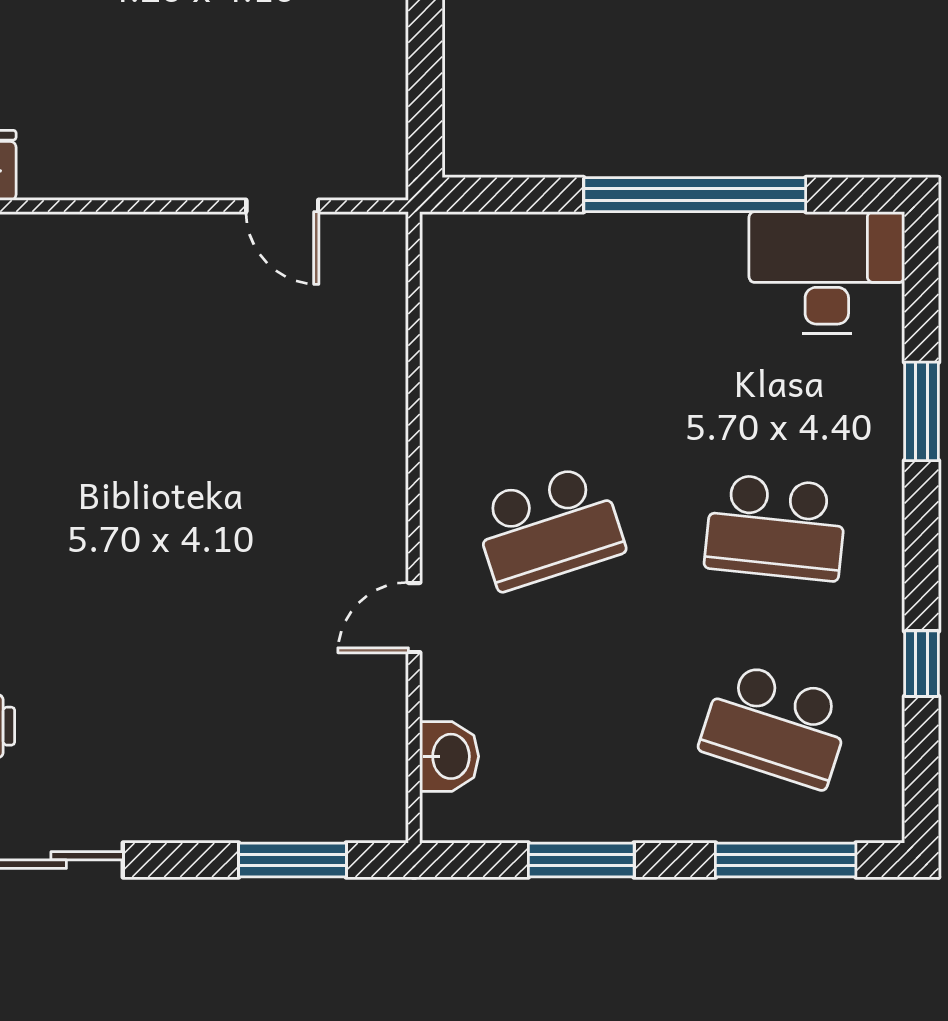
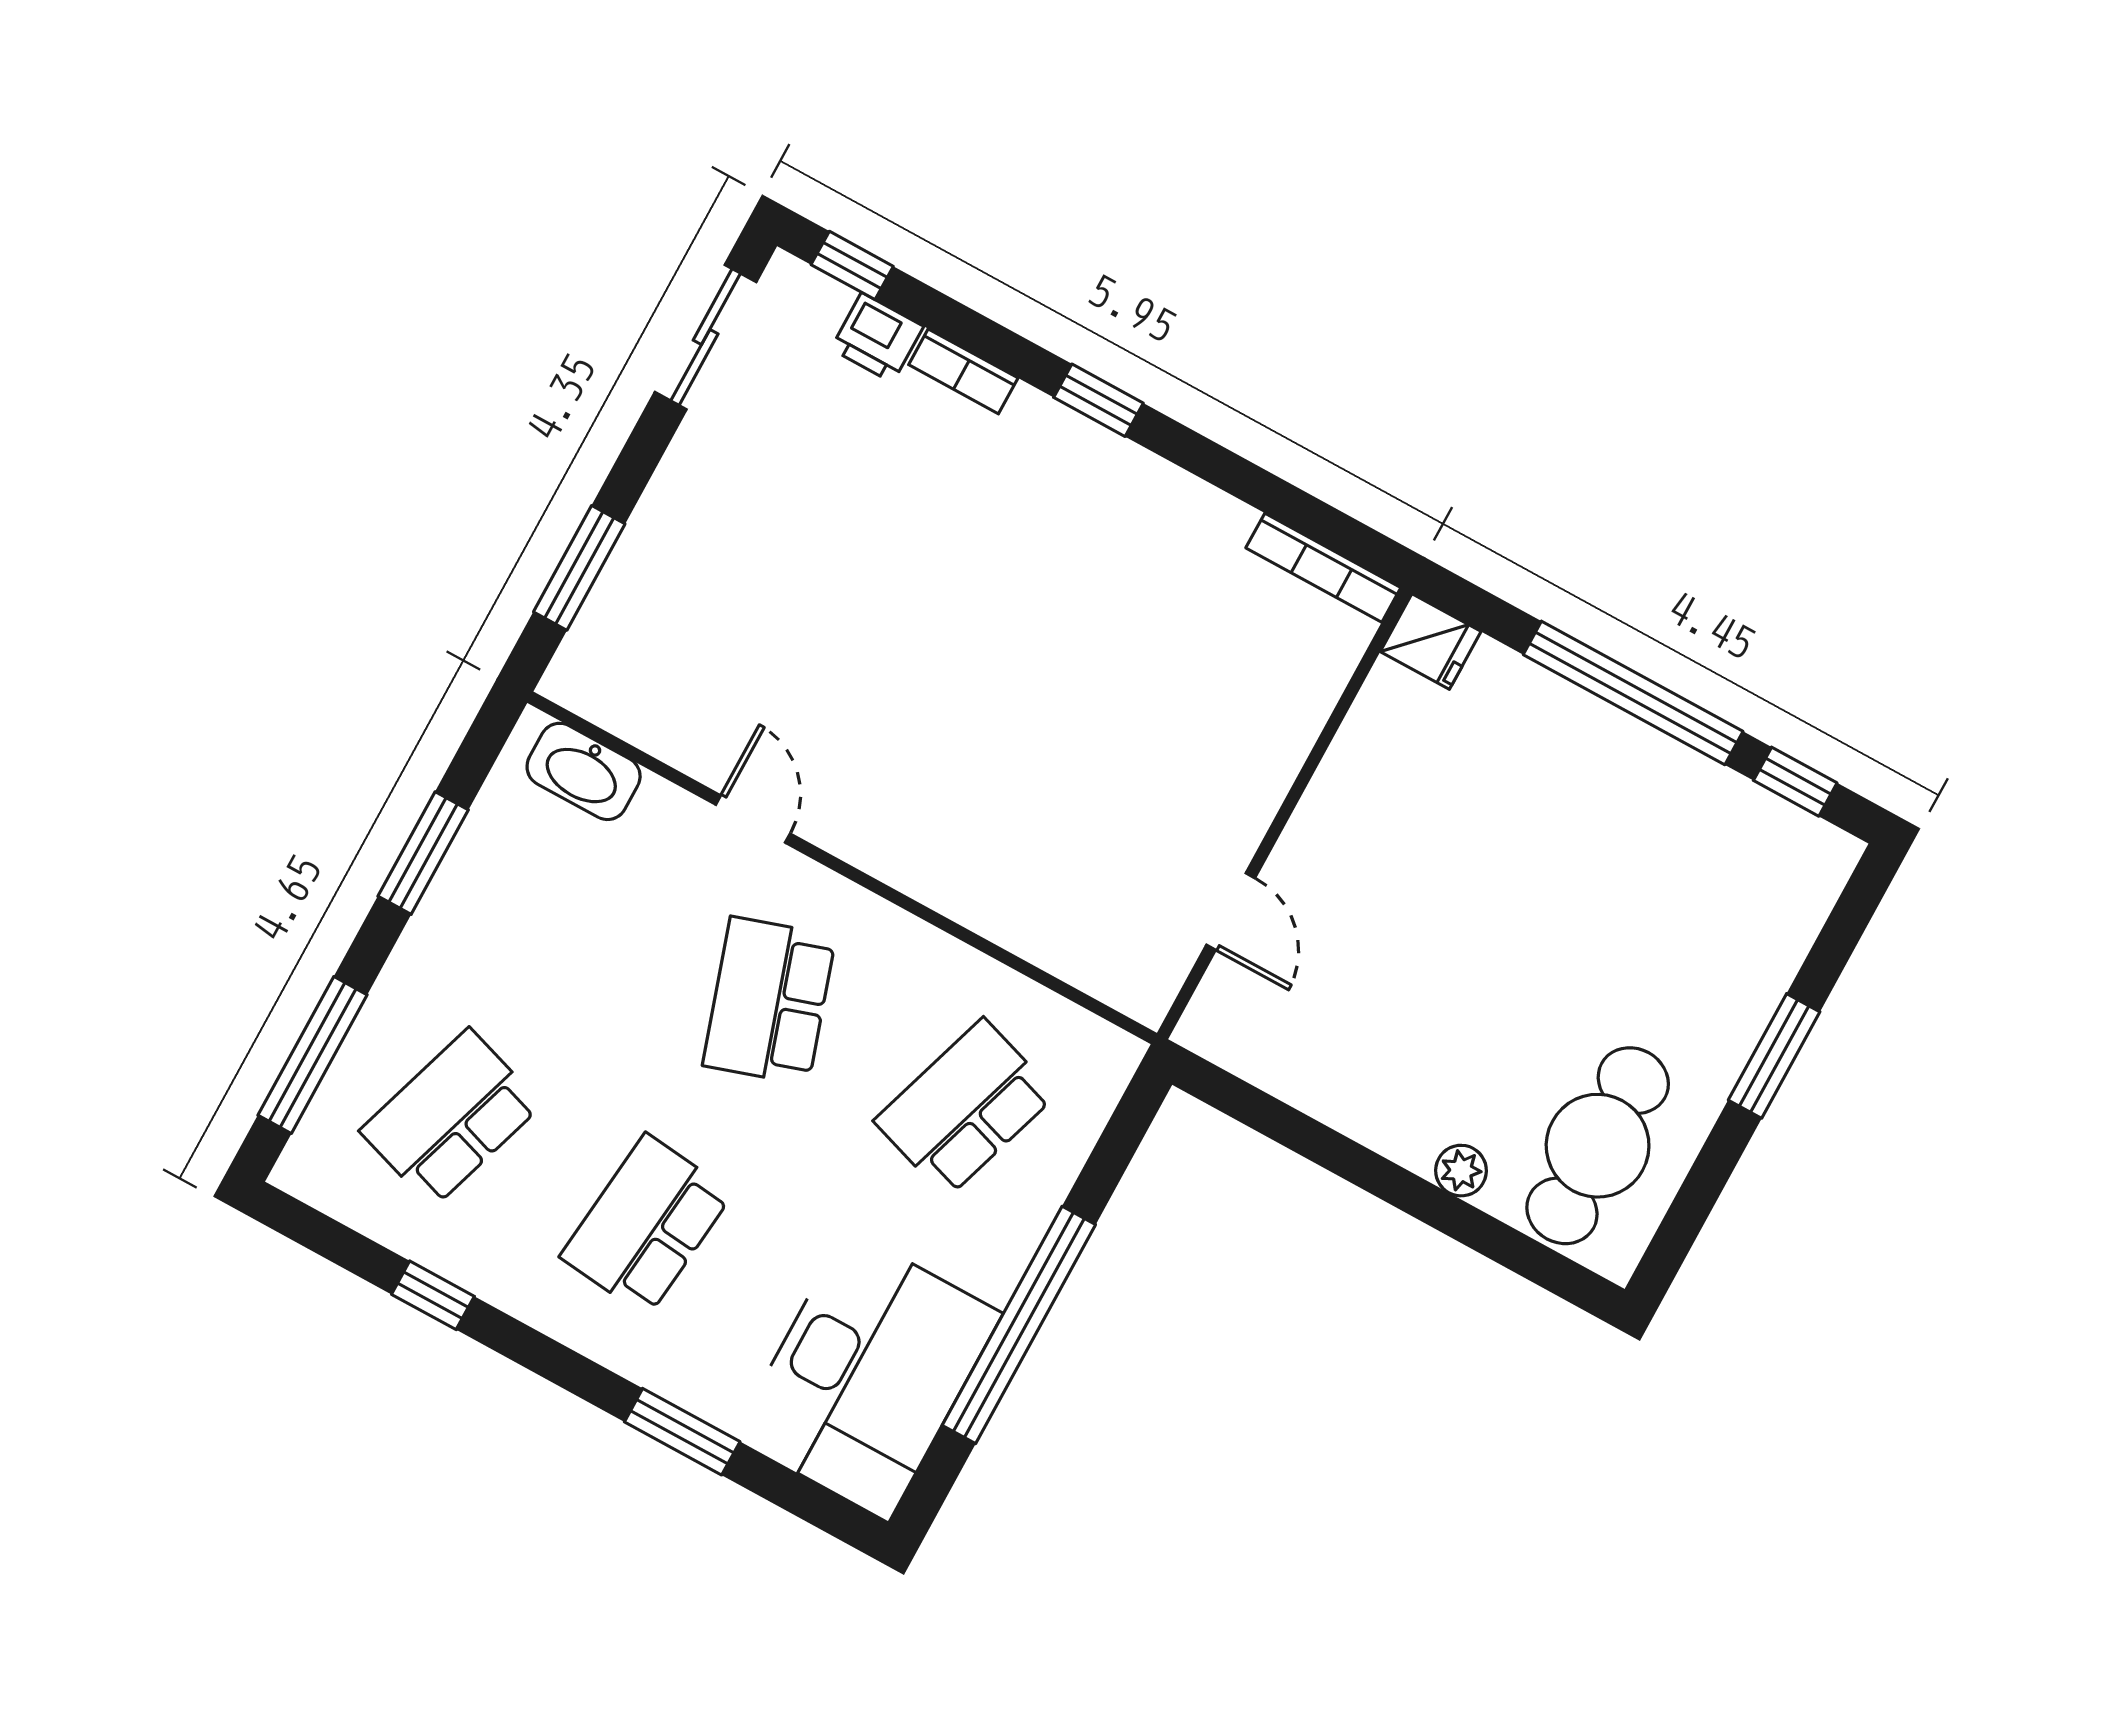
door: (282, 206) -> (1231, 912), swing flipped
desk: (827, 273) -> (868, 1375), width x1.36, depth x1.30
school desk: (549, 329) -> (965, 1108), added
washbasin: (449, 756) -> (584, 771), width x1.38

